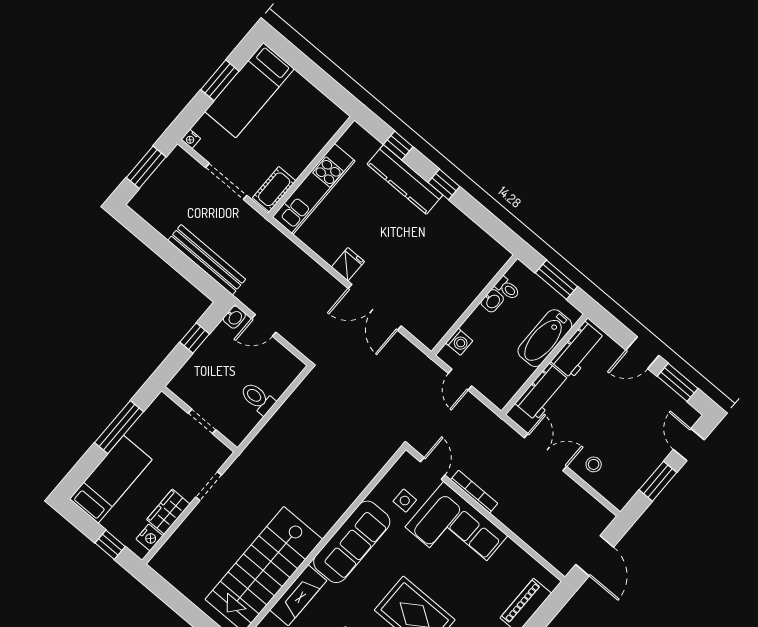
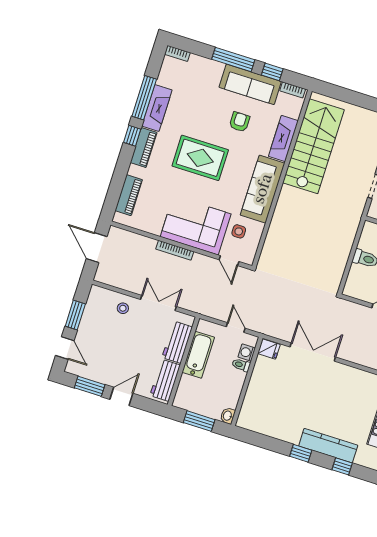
fridge: (348, 264) -> (269, 349), moved, turned -90
toilet: (507, 288) -> (241, 365), moved
washbasin: (492, 301) -> (228, 416), moved
bathtub: (545, 338) -> (198, 355), moved
double door: (545, 452) -> (158, 303), swing flipped
bookcase: (474, 492) -> (175, 250), moved

